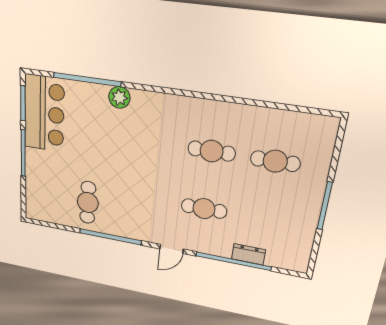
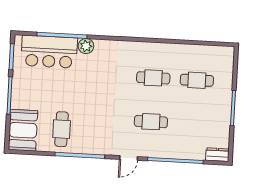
bar counter: (44, 114) -> (49, 52), moved, turned 90
booth: (41, 198) -> (23, 130), added
dresser: (248, 254) -> (217, 155), moved

